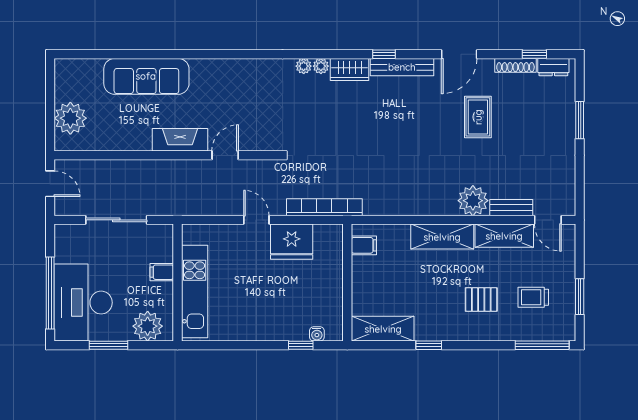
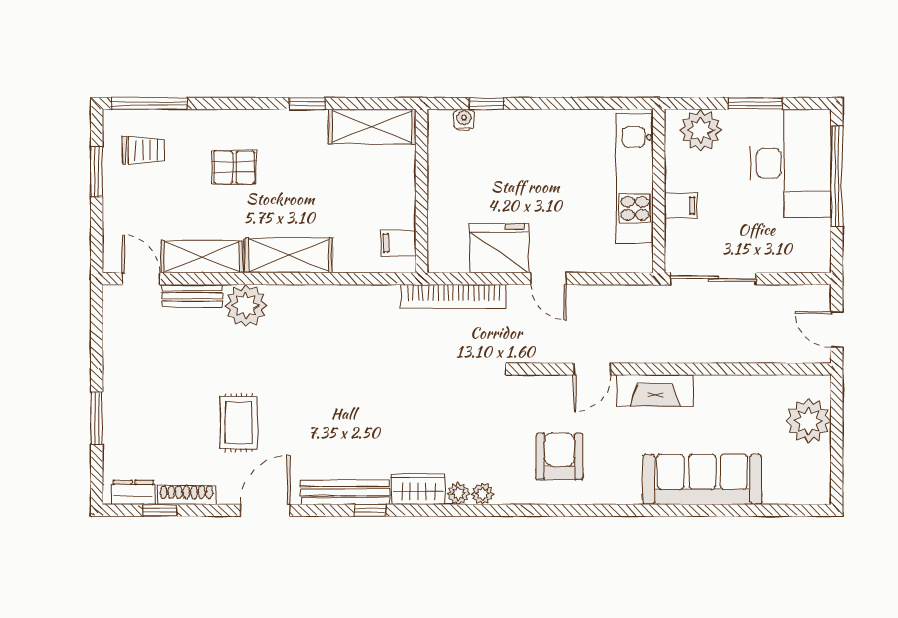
armchair: (249, 93) -> (559, 456), added
sliding door: (116, 220) -> (713, 279), moved
trolley: (533, 297) -> (143, 150), moved

